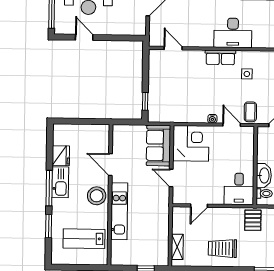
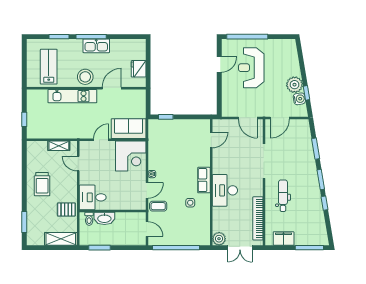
fridge: (61, 156) -> (139, 69), moved, turned 90
shelving: (177, 247) -> (59, 146), moved
trolley: (222, 248) -> (42, 184), turned 180

